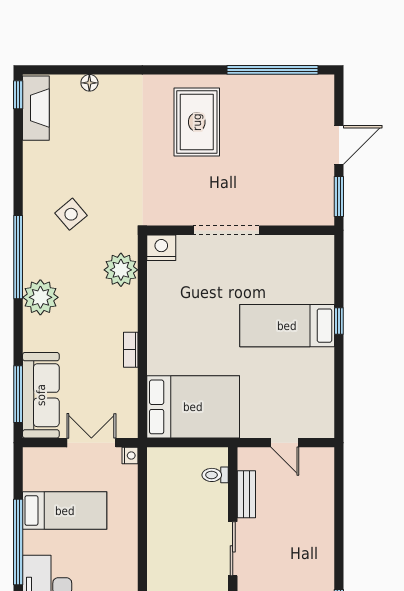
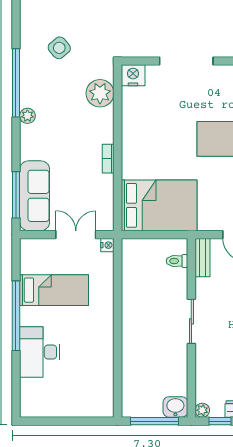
plant: (40, 297) -> (27, 116), width x0.53, depth x0.53
bench: (246, 494) -> (203, 258), moved

